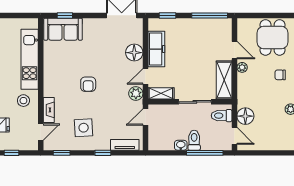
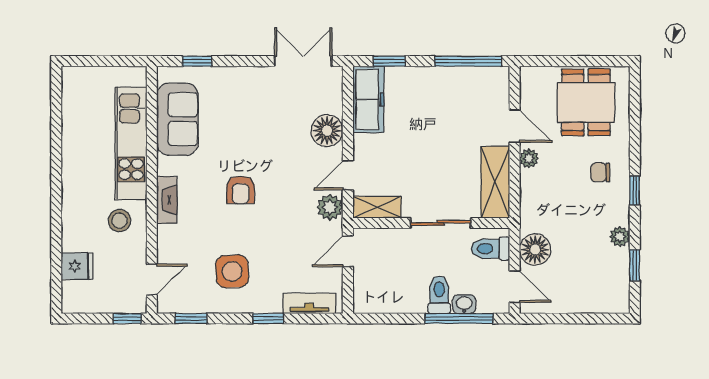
sofa: (63, 29) -> (178, 119), moved, turned -90
freezer: (156, 49) -> (368, 99), moved
fireplace: (49, 110) -> (167, 200), moved
washbasin: (181, 145) -> (464, 304), moved
window: (12, 153) -> (127, 318), moved

